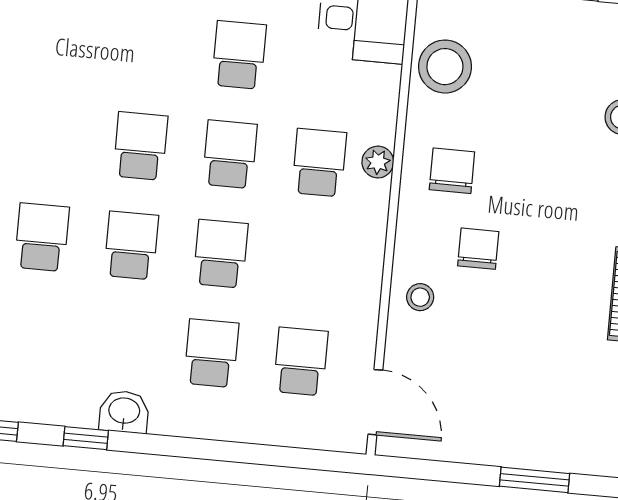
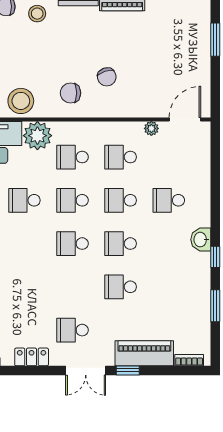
plant: (378, 162) -> (37, 136), moved, width x1.88, depth x1.88
chair: (478, 249) -> (107, 77), turned -108
stool: (420, 297) -> (133, 103), removed
plant: (363, 331) -> (151, 128), added
school desk: (301, 361) -> (121, 157), moved

